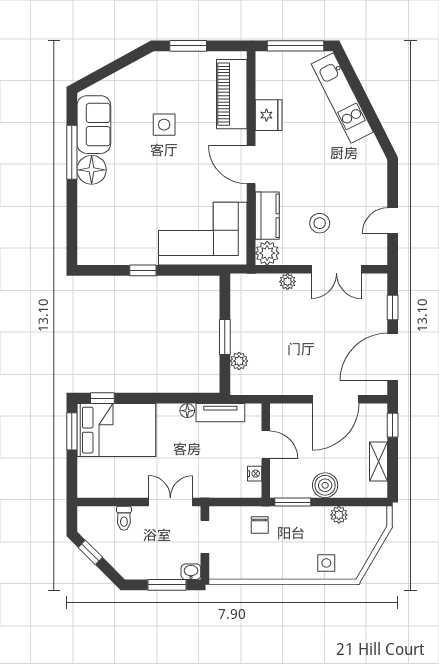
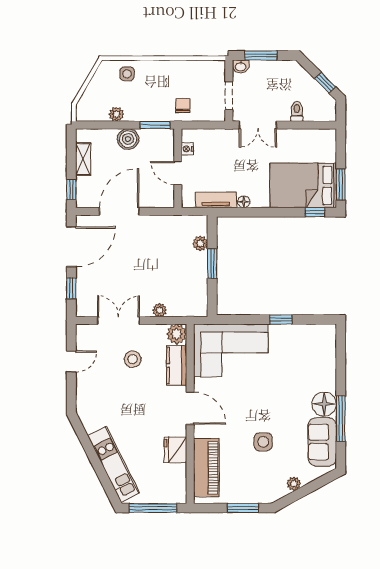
plant: (128, 75) -> (294, 484), added

